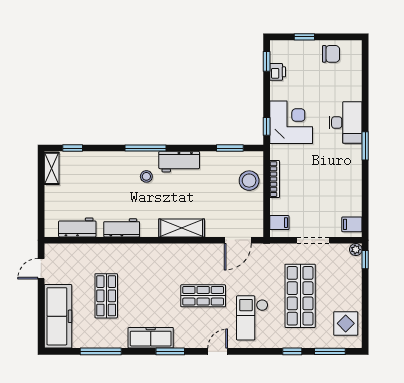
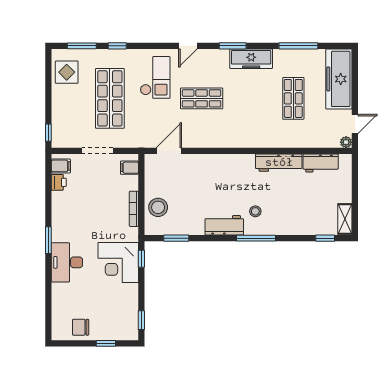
printer: (278, 72) -> (59, 182), moved, turned 180
workbench: (122, 228) -> (279, 163), width x1.38
shelving: (182, 228) -> (222, 163), removed
plant: (356, 250) -> (346, 142), moved

